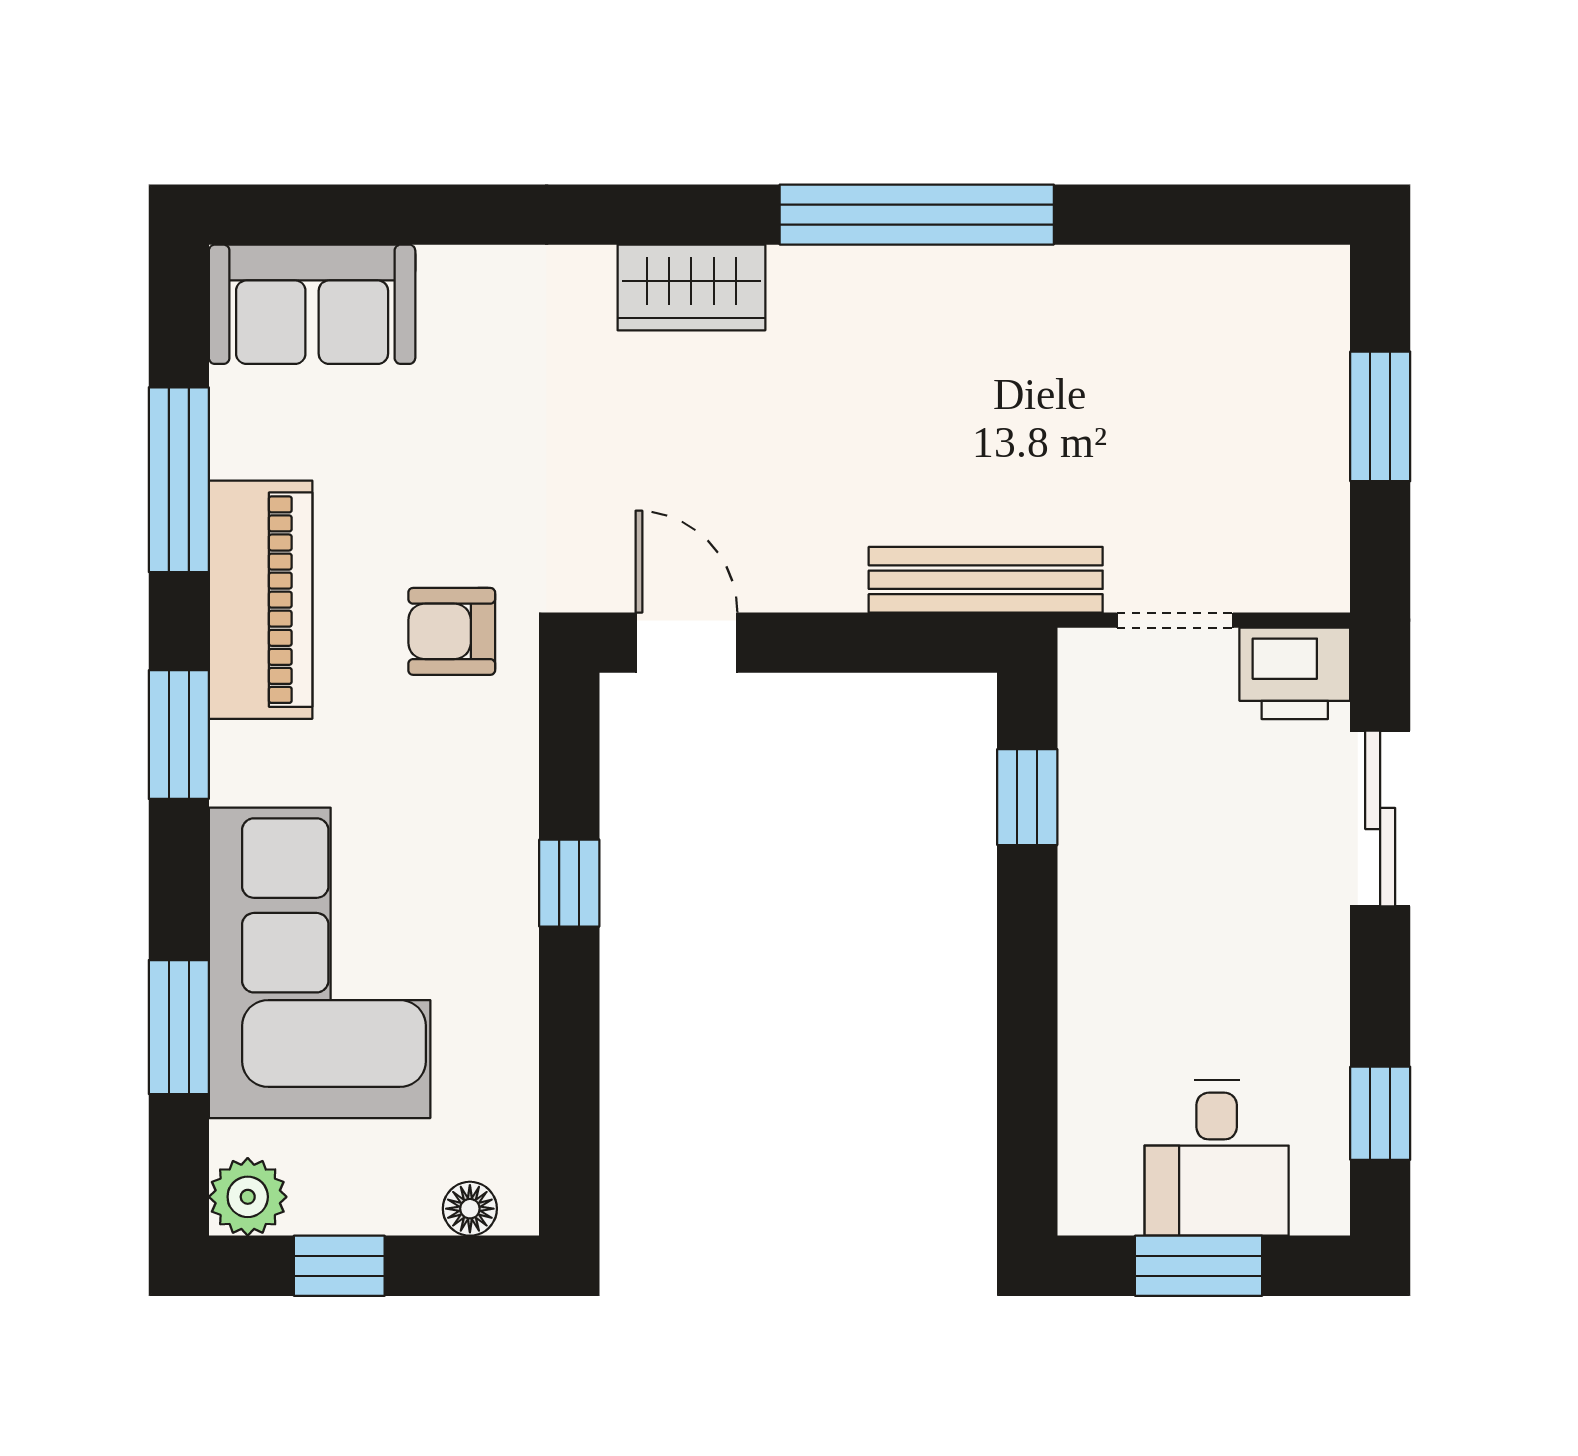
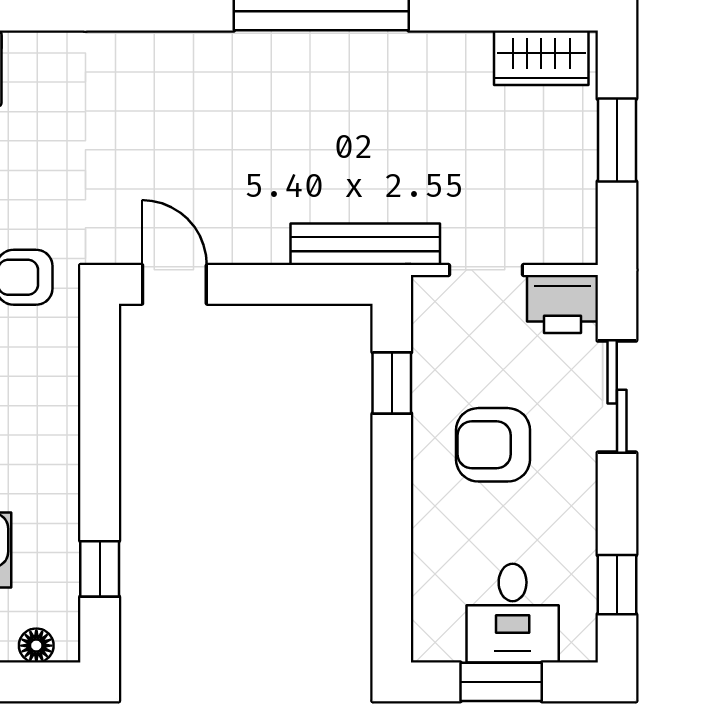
wardrobe: (691, 287) -> (541, 58), moved
window: (569, 883) -> (100, 569), moved
armchair: (1186, 894) -> (493, 445), added

